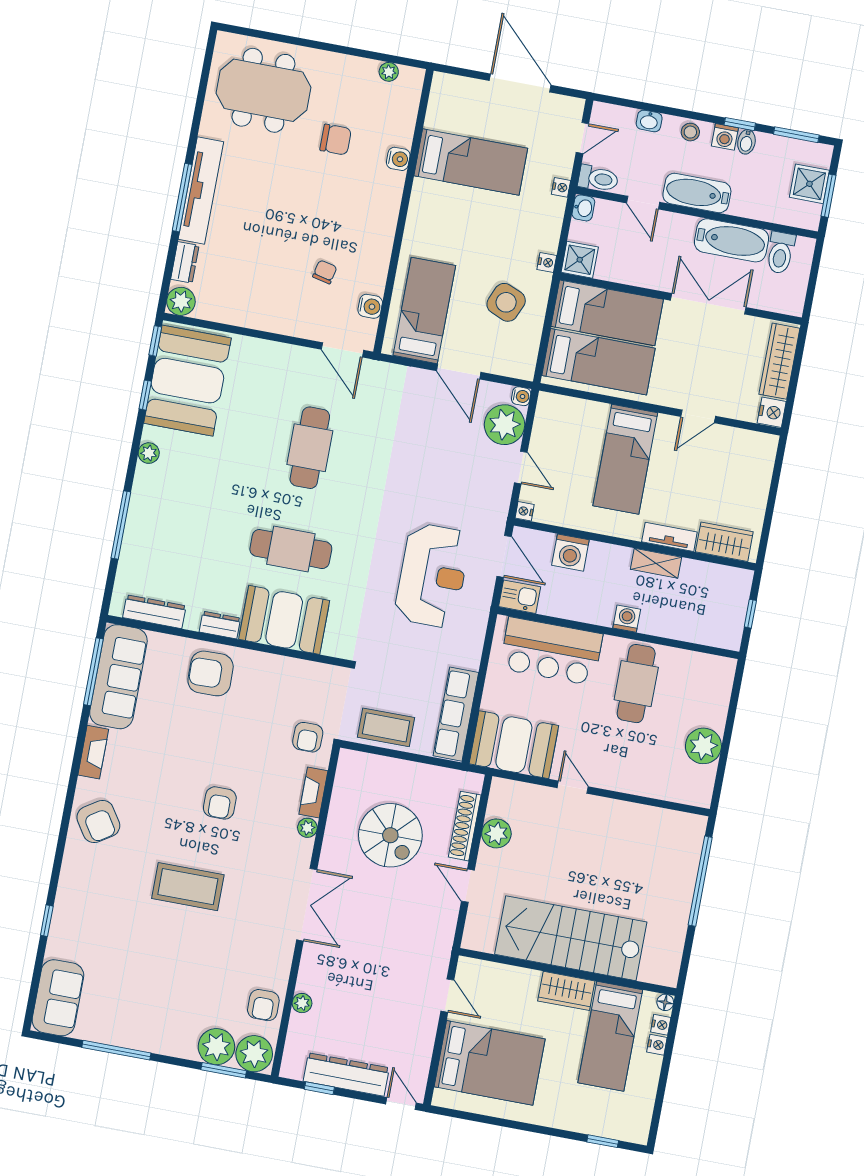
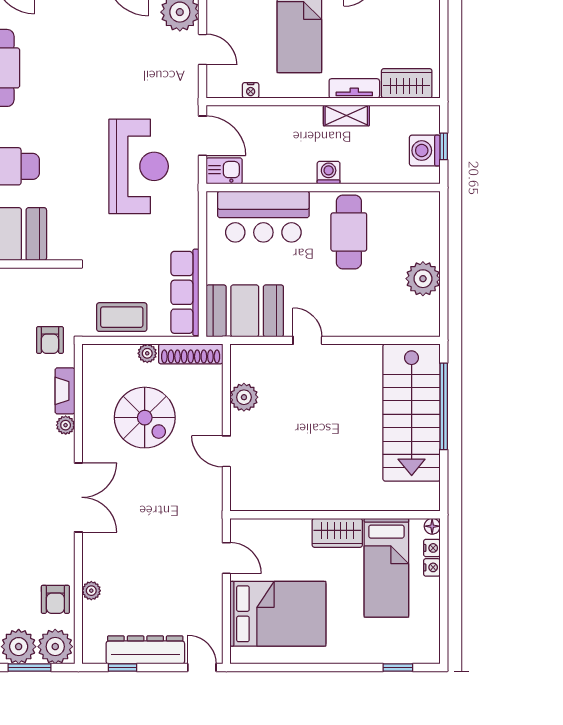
nightstand: (525, 511) -> (251, 90), moved, turned -90
washing machine: (570, 553) -> (425, 151), moved, turned 90
plant: (405, 770) -> (147, 353), added
shoe rack: (465, 826) -> (191, 354), moved, turned -90
stairs: (571, 938) -> (412, 413), moved, turned -90

